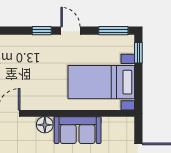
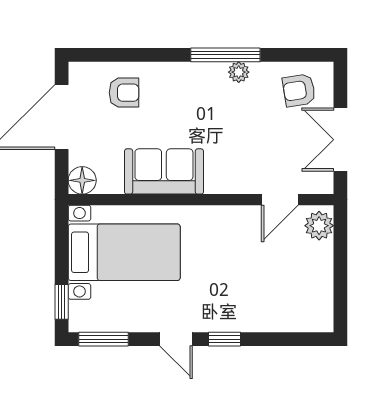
floor lamp: (45, 125) -> (82, 180), moved

